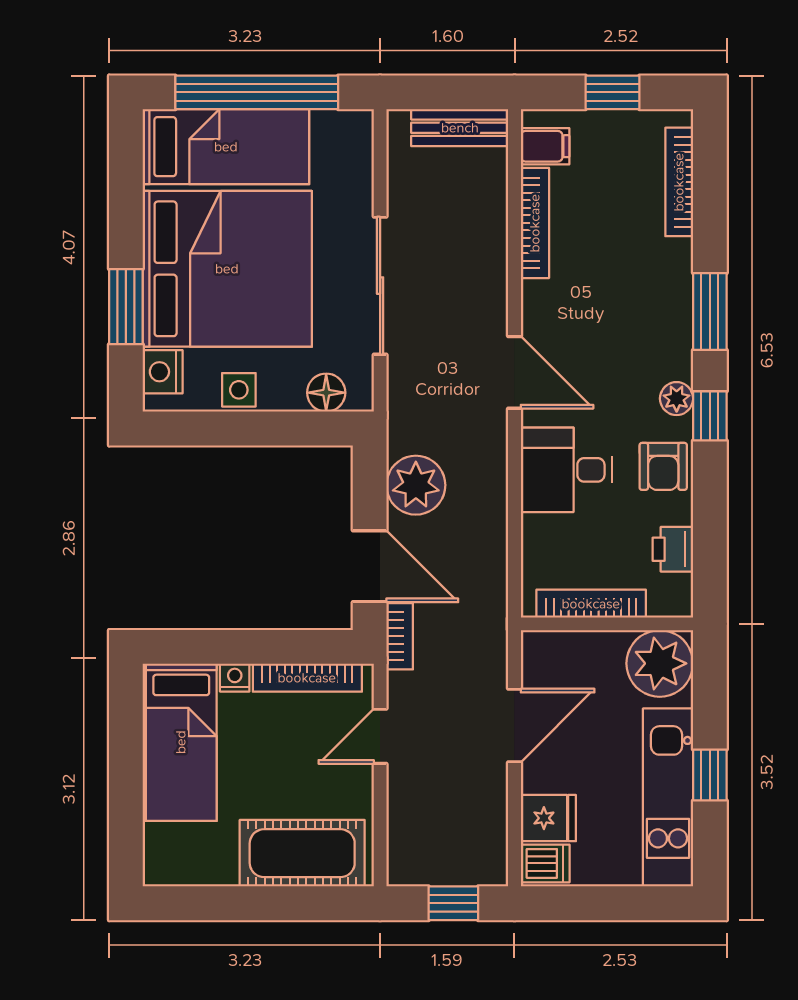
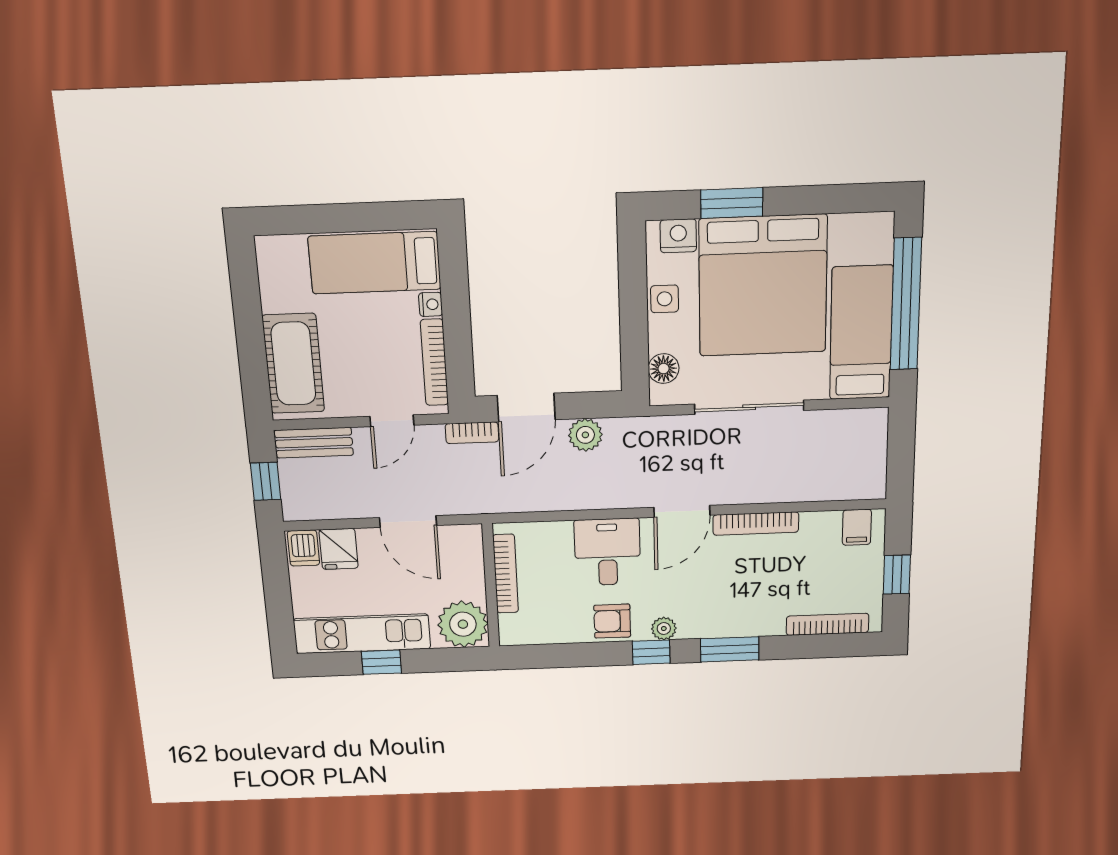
bench: (460, 128) -> (314, 443), moved, turned 90
bed: (226, 147) -> (861, 333), moved, turned 180
bookcase: (535, 223) -> (756, 524), moved
plant: (416, 485) -> (585, 435), width x0.73, depth x0.73
printer: (673, 549) -> (550, 630), removed
door: (380, 736) -> (392, 421), swing flipped

